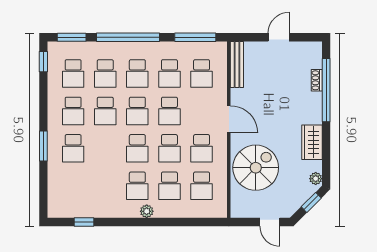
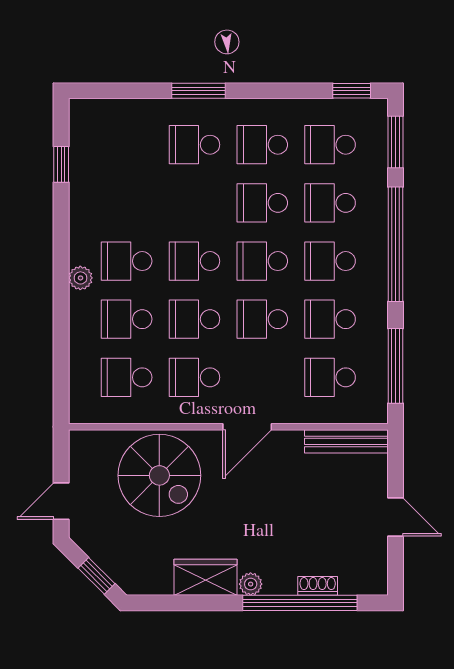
plant: (316, 179) -> (251, 584), moved

